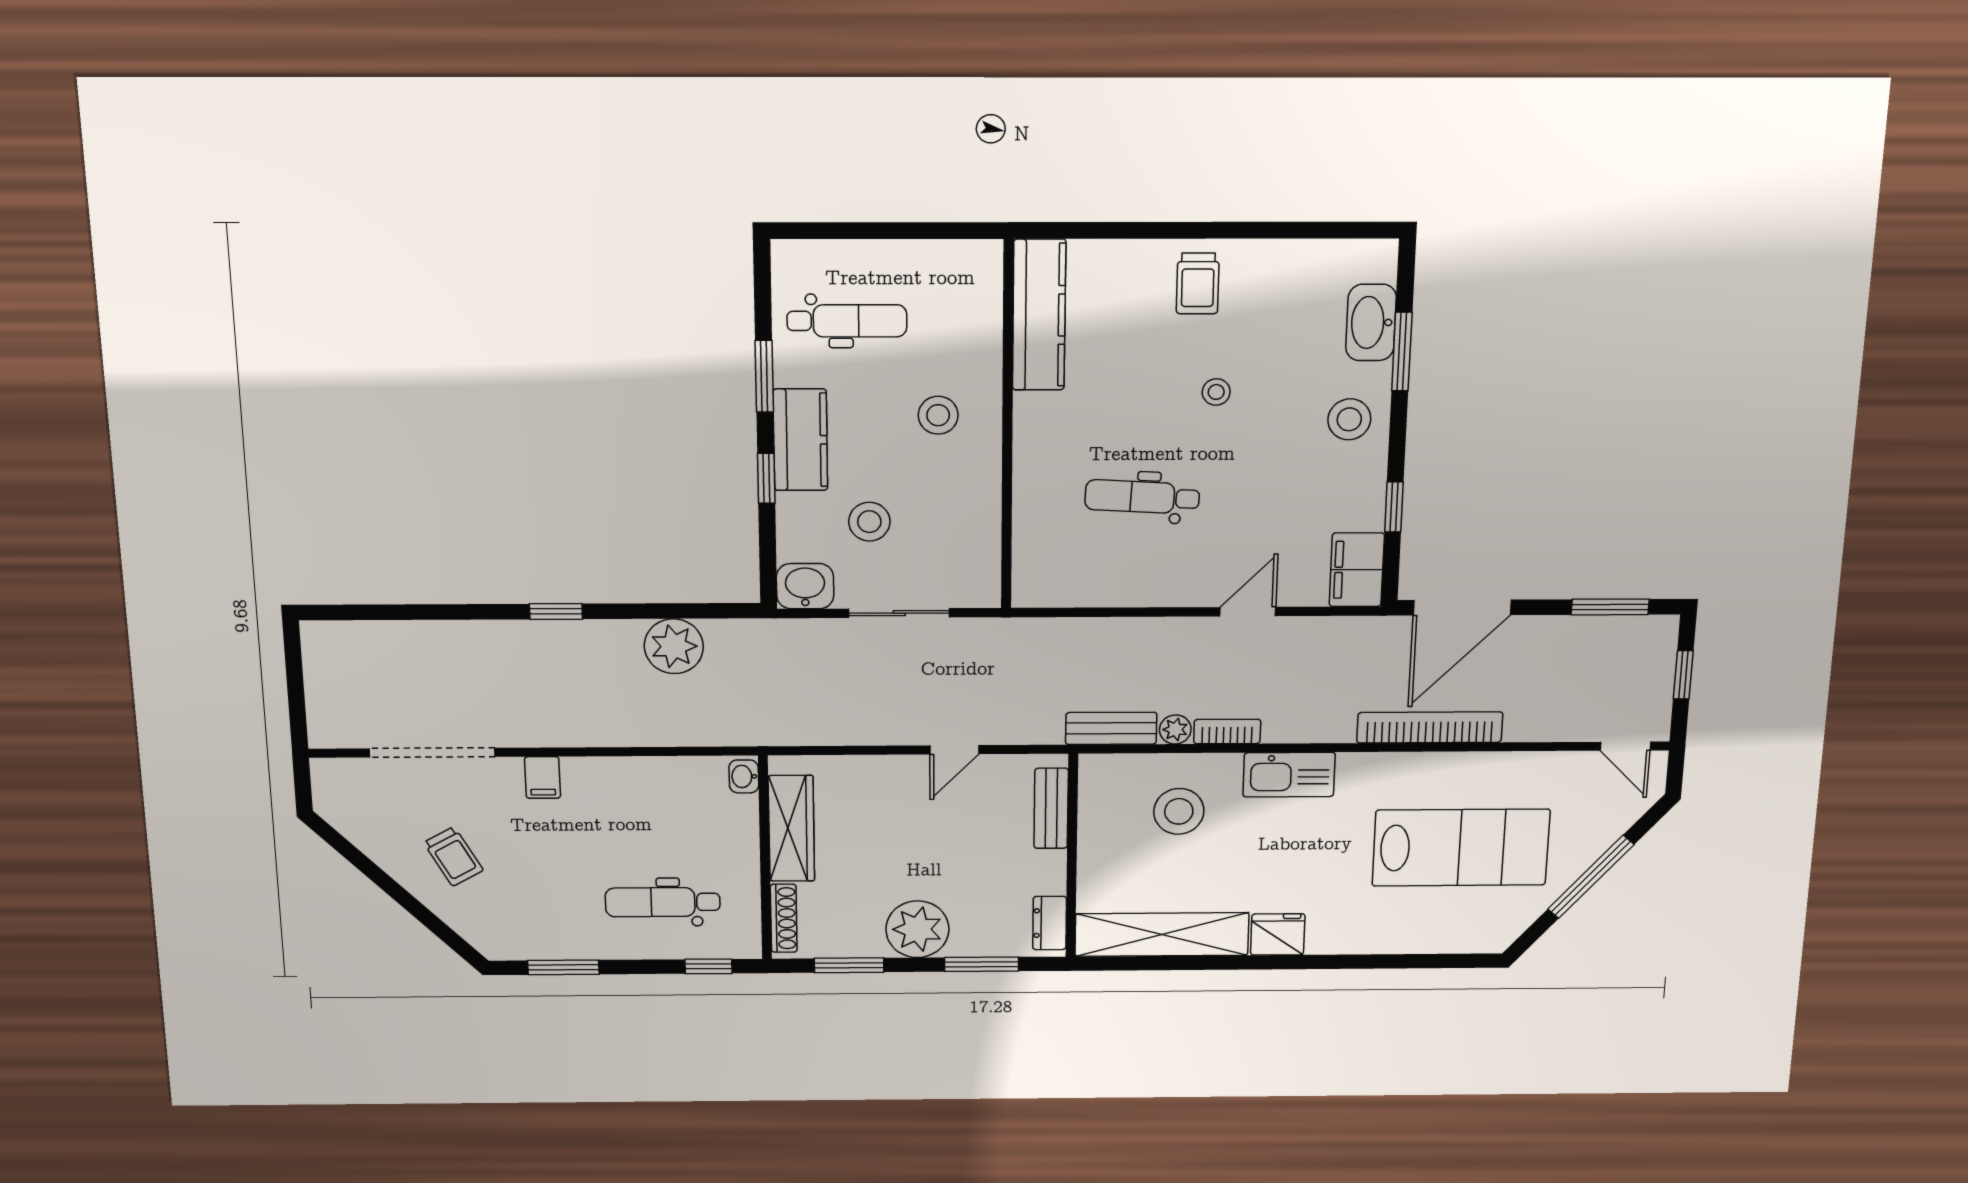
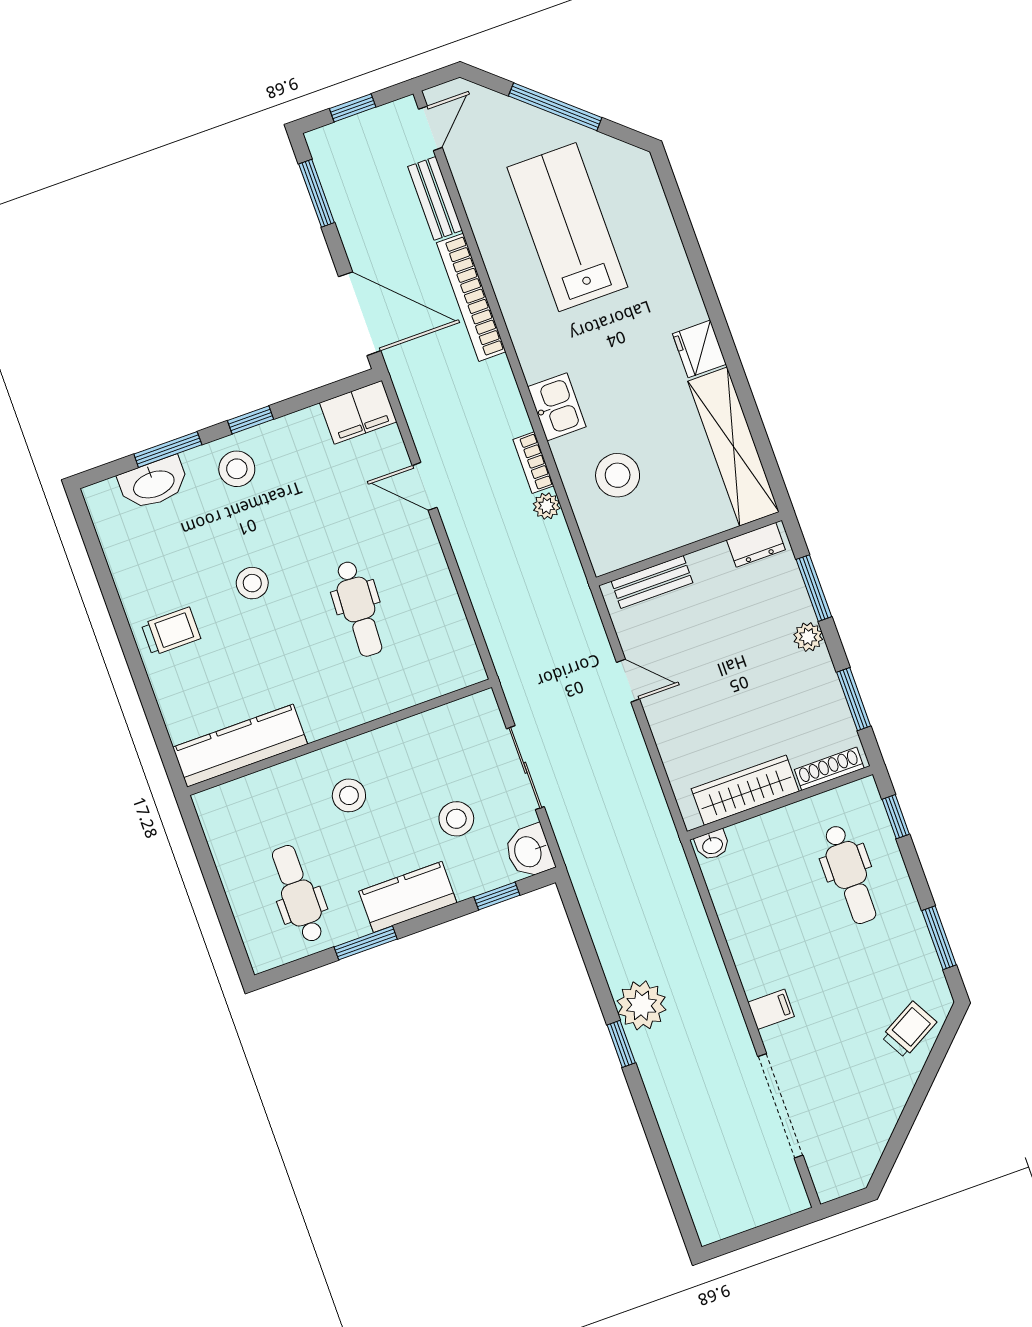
stool: (1216, 392) -> (252, 583), width x1.37, depth x1.37
window: (766, 478) -> (497, 896), moved
window: (1394, 507) -> (250, 420), moved
plant: (674, 646) -> (641, 1005), moved
bench: (1111, 728) -> (435, 198), moved
kitchen sink: (1289, 775) -> (557, 407), width x0.73
trolley: (453, 856) -> (909, 1029), moved
plant: (917, 929) -> (808, 637), width x0.53, depth x0.53

